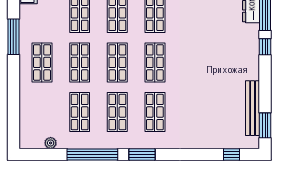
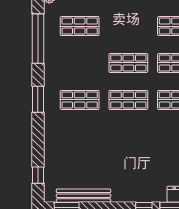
shop shelf: (80, 62) -> (128, 26), removed
shop shelf: (117, 112) -> (80, 63), removed
window: (142, 154) -> (38, 99), moved

